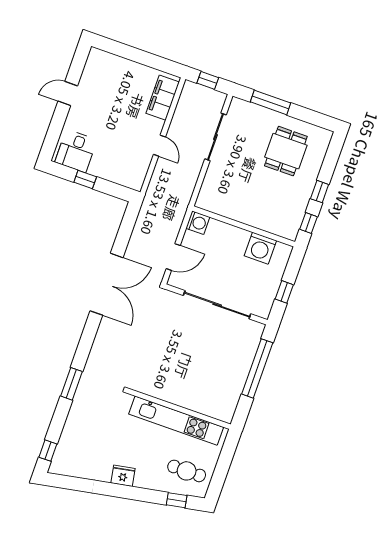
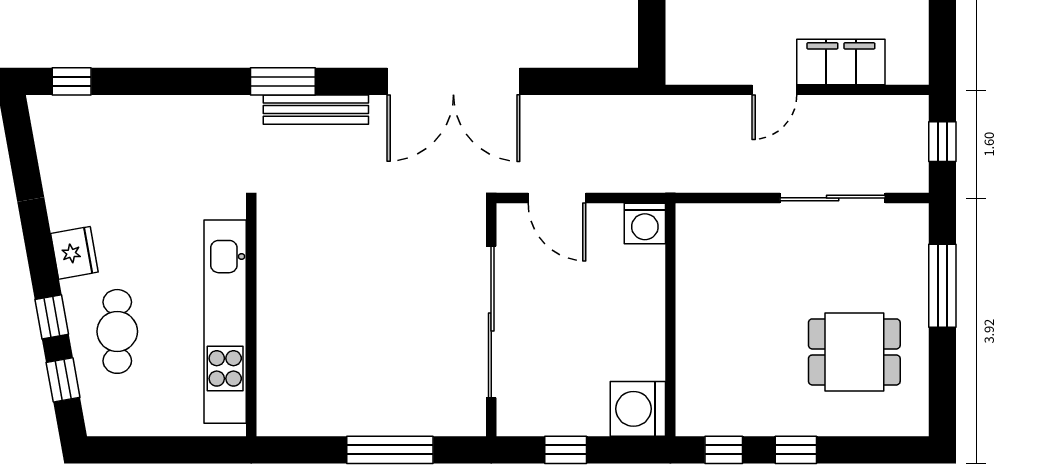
filing cabinet: (163, 98) -> (841, 62), moved
washing machine: (260, 248) -> (638, 409), moved
bench: (98, 348) -> (316, 110), added
window: (257, 368) -> (390, 450), width x0.68
window: (71, 384) -> (283, 81), moved
cafe table: (187, 471) -> (117, 331), moved
window: (147, 495) -> (52, 317), added

